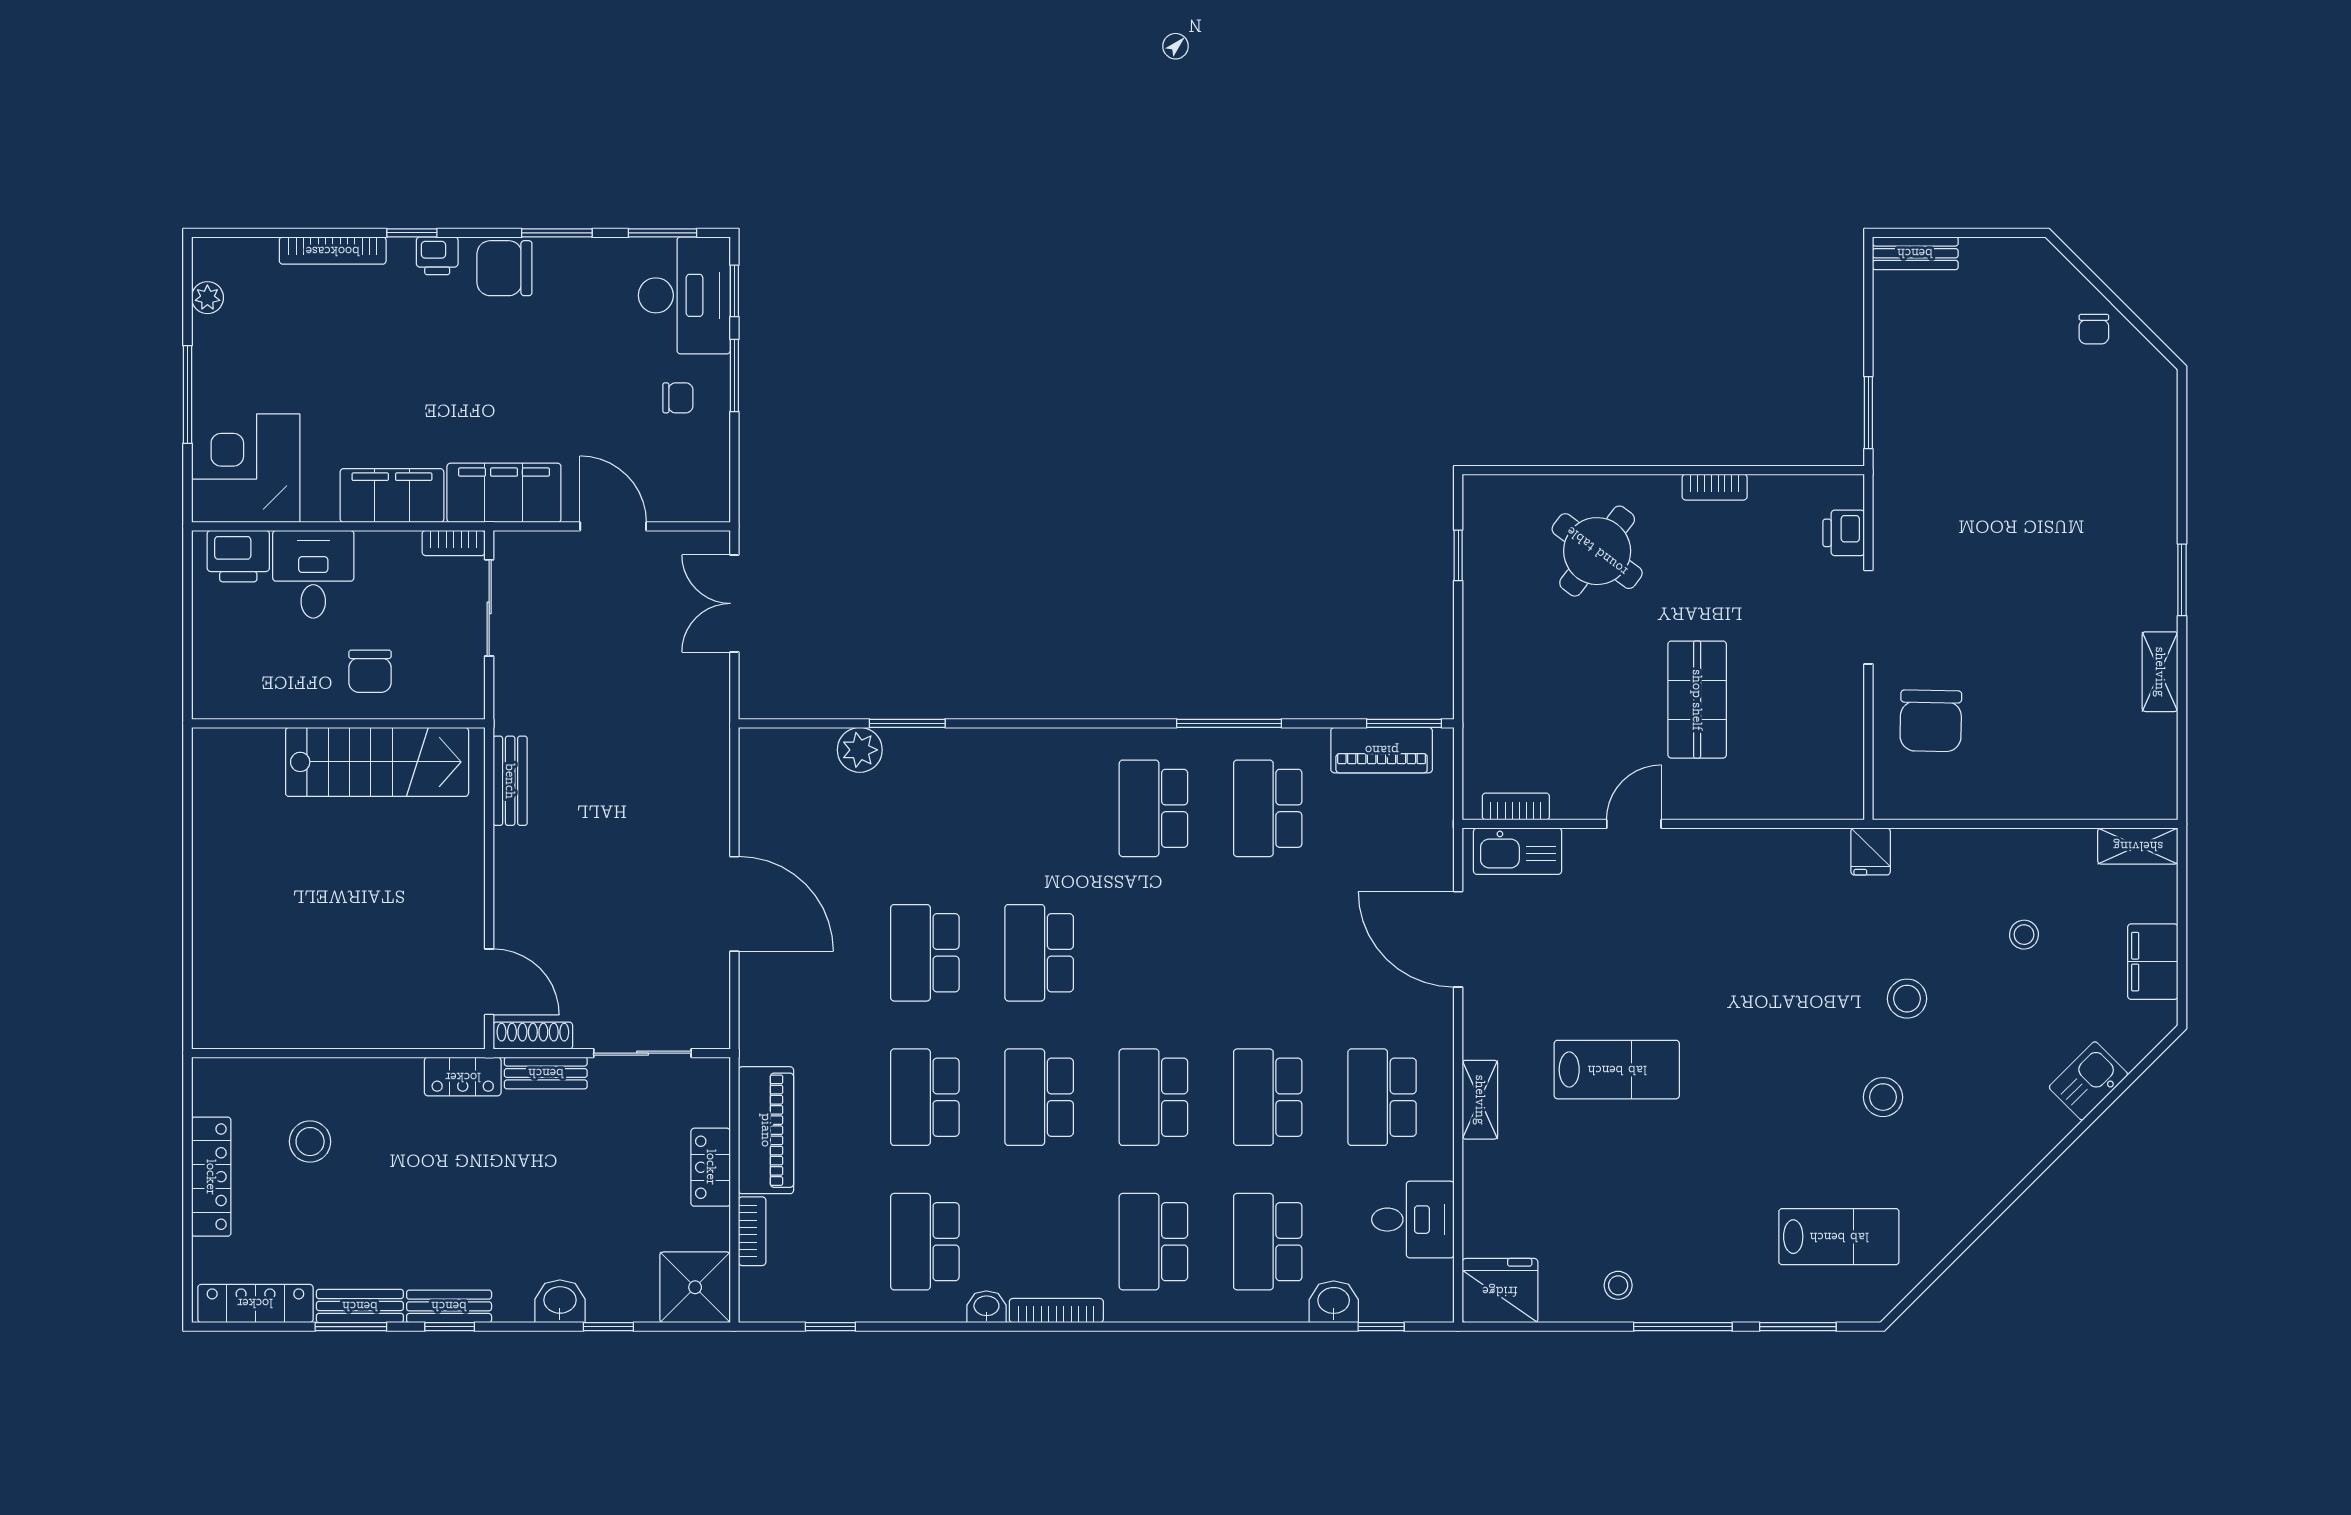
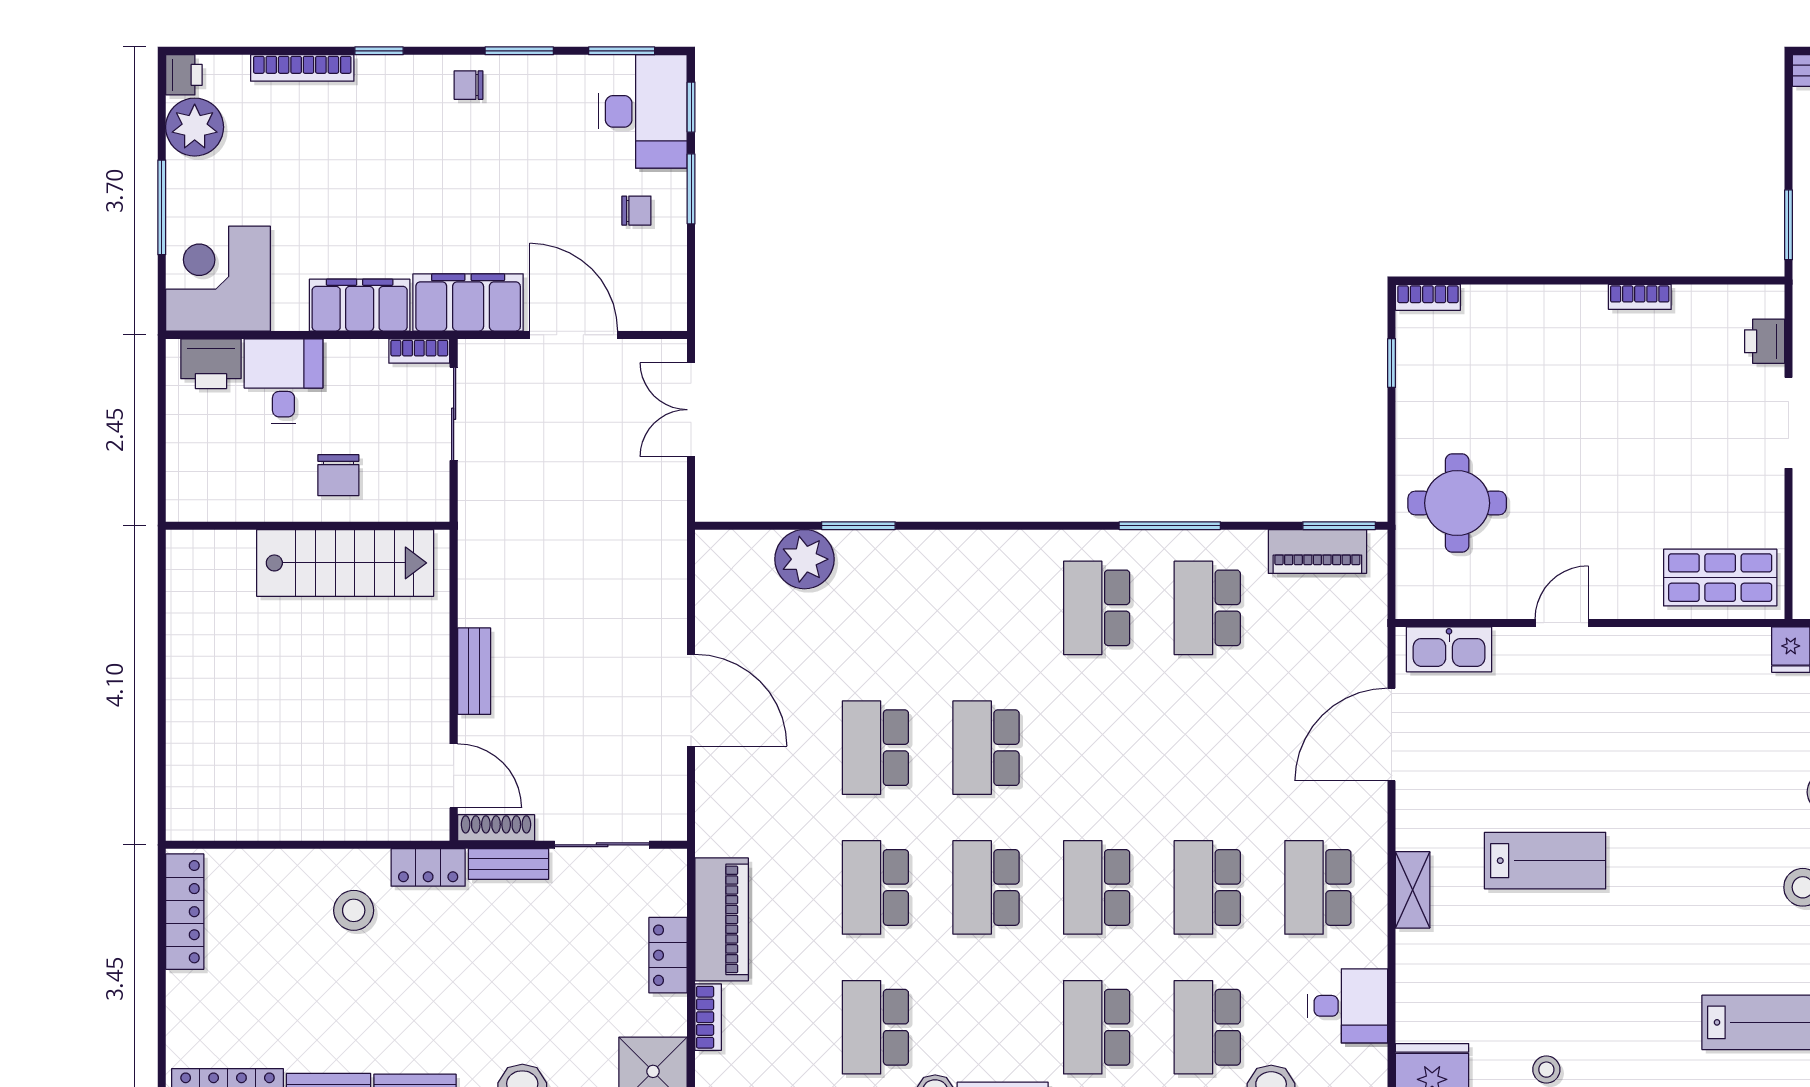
printer: (437, 256) -> (184, 75), moved, turned -90
chair: (504, 268) -> (468, 85), width x0.54, depth x0.54
plant: (207, 298) -> (195, 127), width x1.88, depth x1.88
door: (613, 526) -> (574, 335), width x1.36
round table: (1597, 551) -> (1457, 503), moved, turned -37
shop shelf: (1697, 700) -> (1720, 578), moved, turned 90
plant: (860, 750) -> (804, 559), width x1.36, depth x1.36
bench: (510, 781) -> (474, 671), moved
bookcase: (1516, 806) -> (1428, 297), moved, turned 180
door: (1458, 939) -> (1392, 735), hinge flipped
stool: (310, 1142) -> (354, 910), moved
locker: (211, 1177) -> (185, 912), moved

